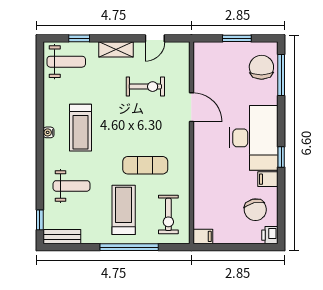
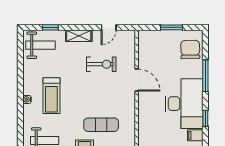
window: (281, 75) -> (205, 76), moved

